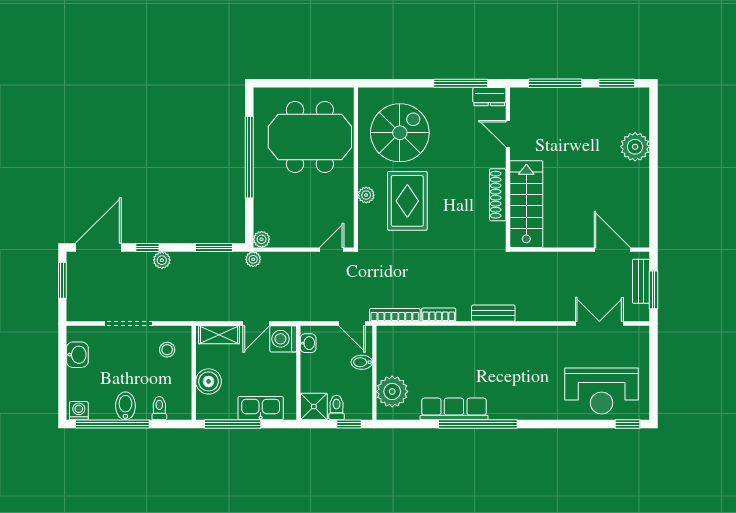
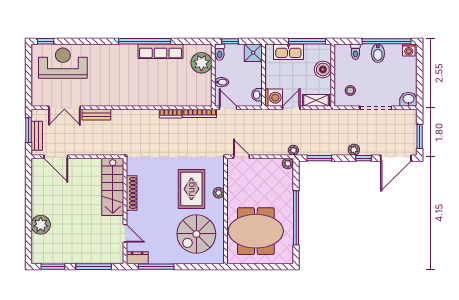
door: (332, 250) -> (241, 157), swing flipped
bench: (493, 313) -> (96, 115), moved
washbasin: (77, 355) -> (408, 99), moved, turned 90
toilet: (337, 408) -> (220, 52), moved

